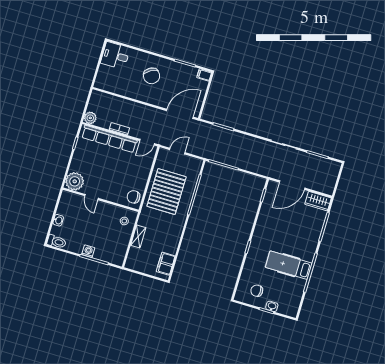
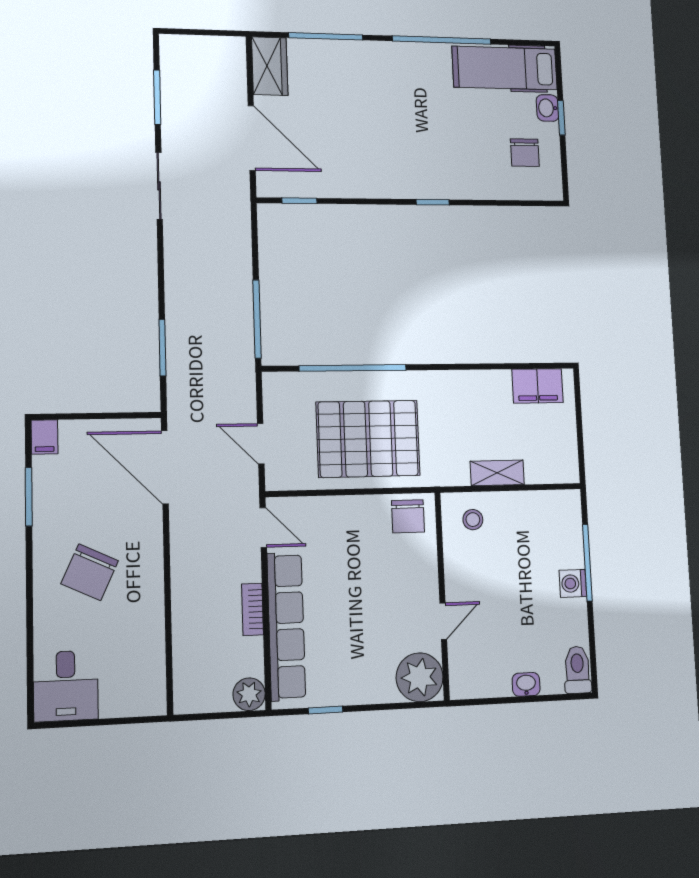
chair: (152, 76) -> (90, 572), turned 144
hospital bed: (289, 265) -> (505, 68), moved, turned 90

